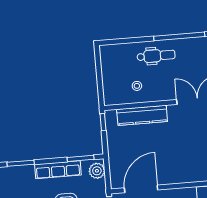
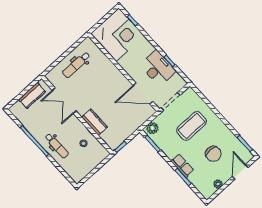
dental chair: (156, 56) -> (57, 146), turned 180
kitchen counter: (142, 115) -> (94, 122), width x0.67
row of seats: (58, 170) -> (182, 166), moved, width x0.68

